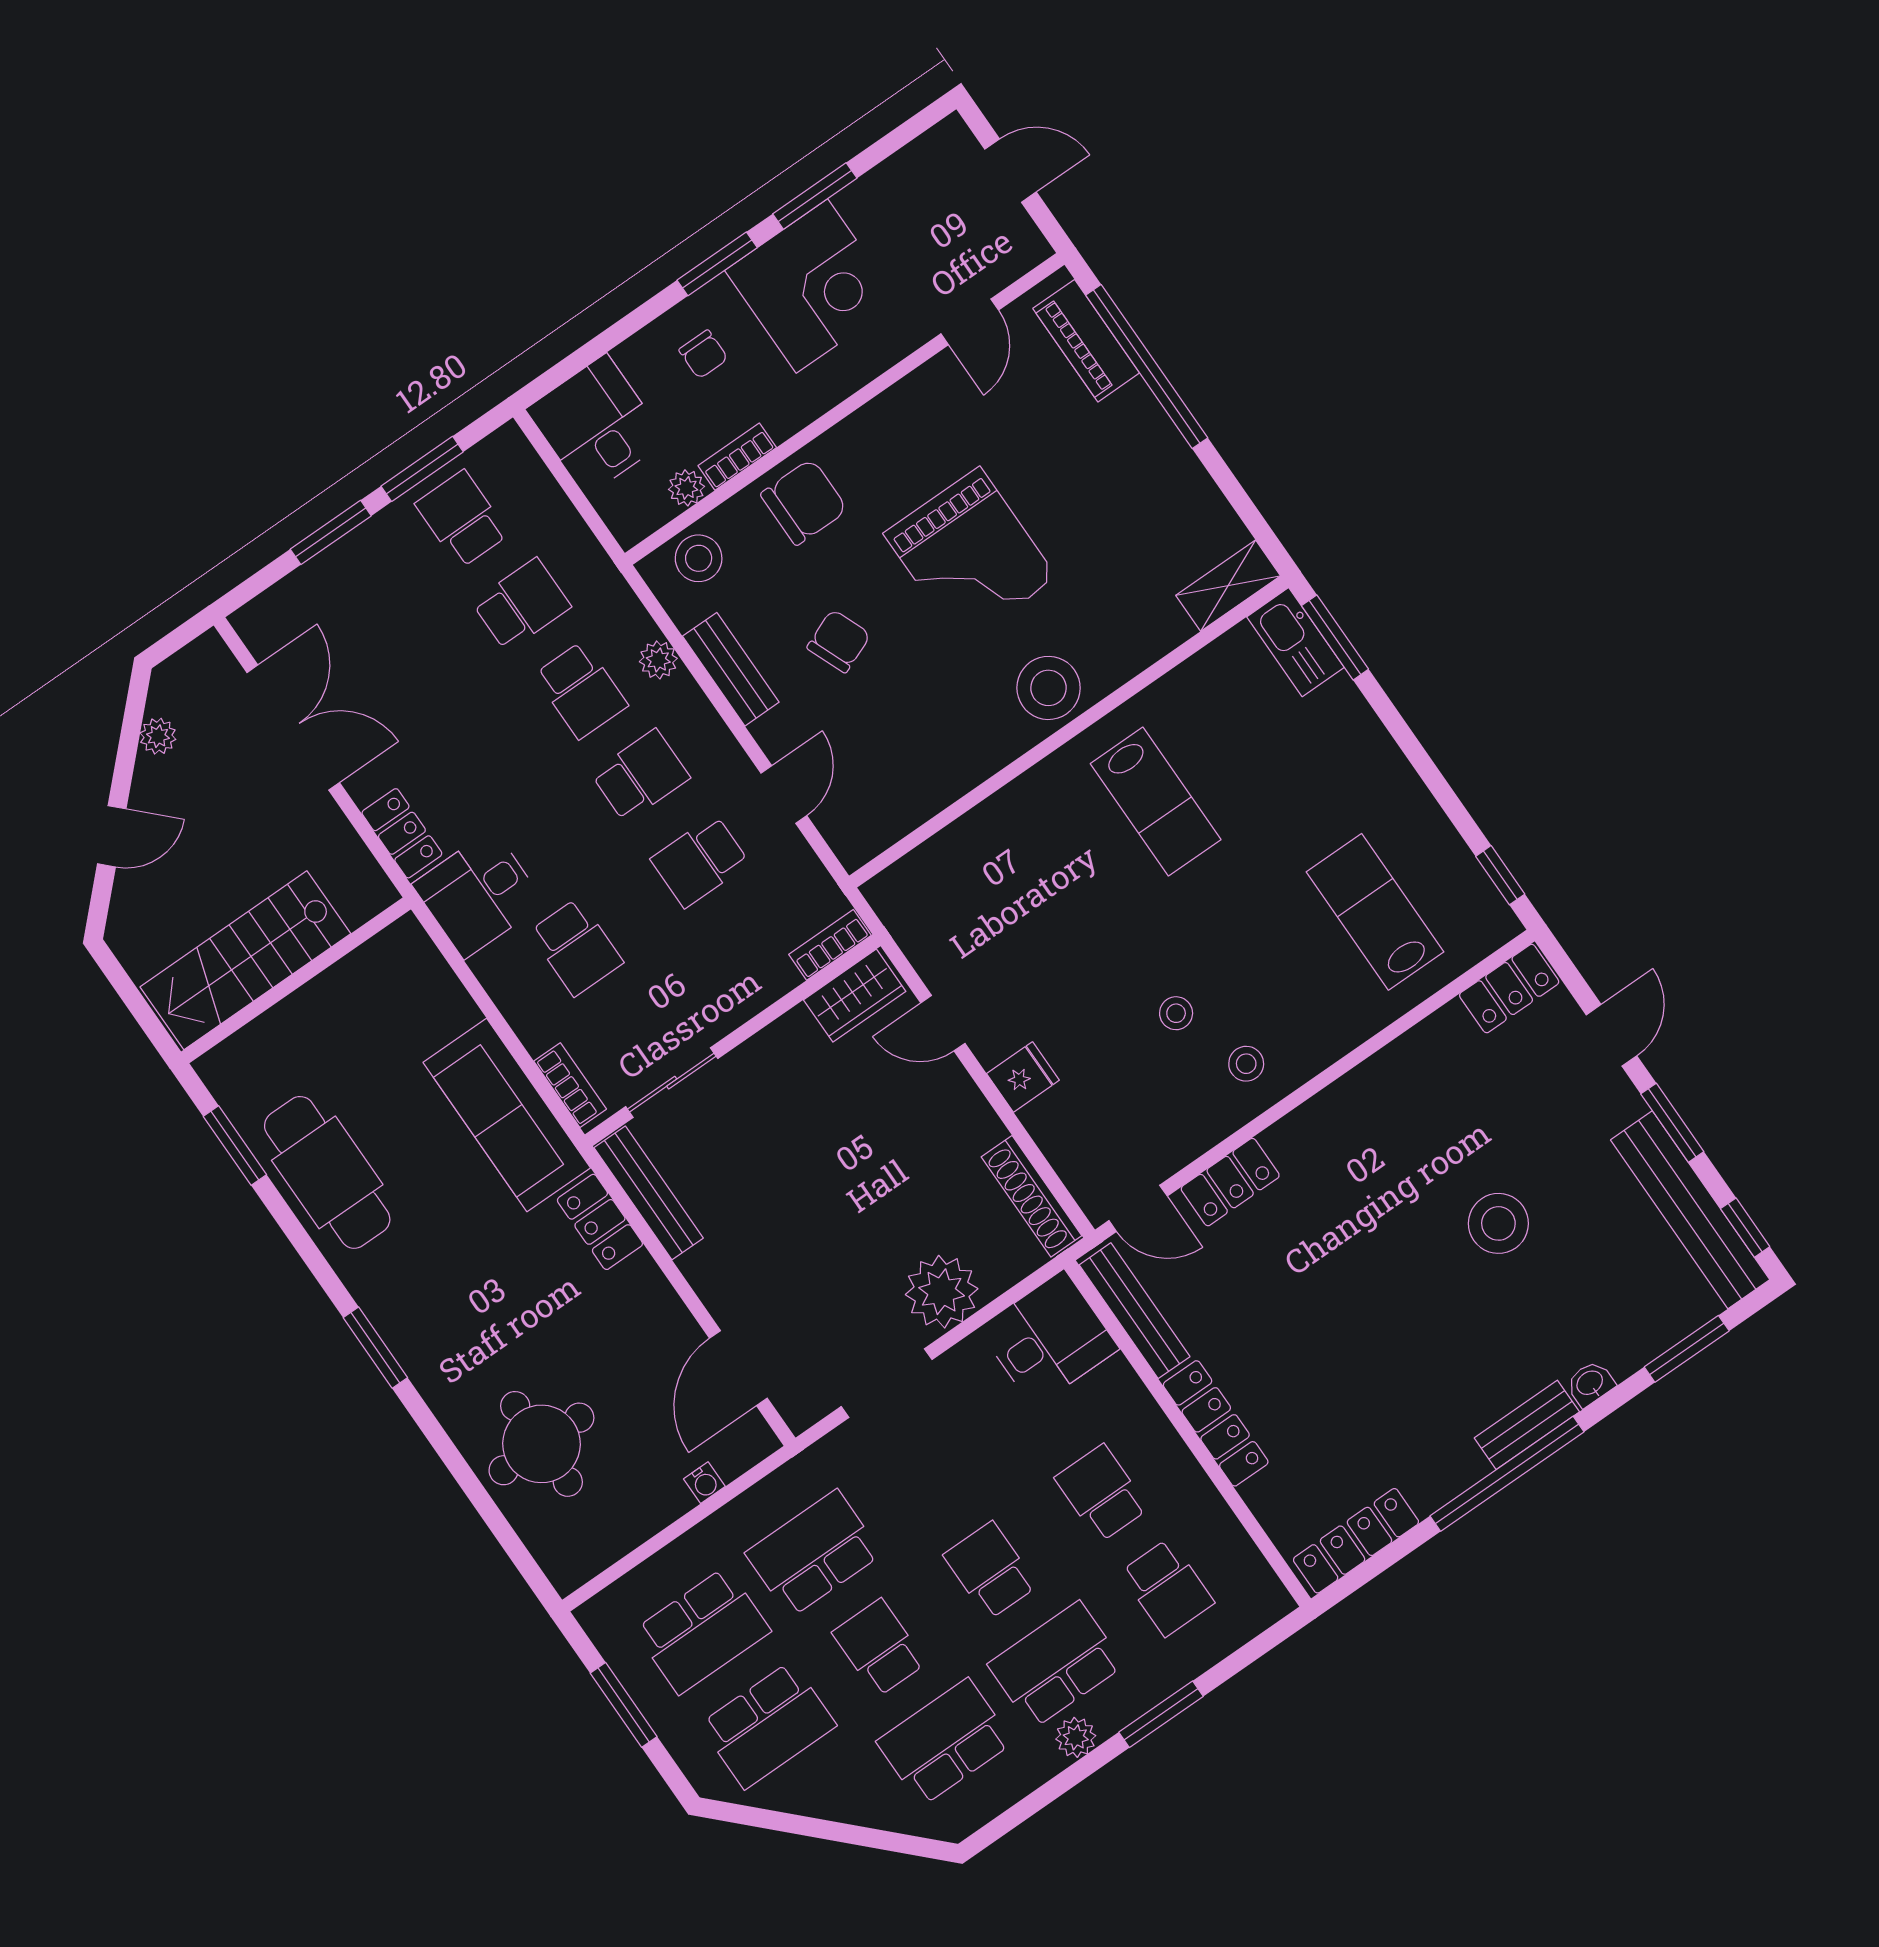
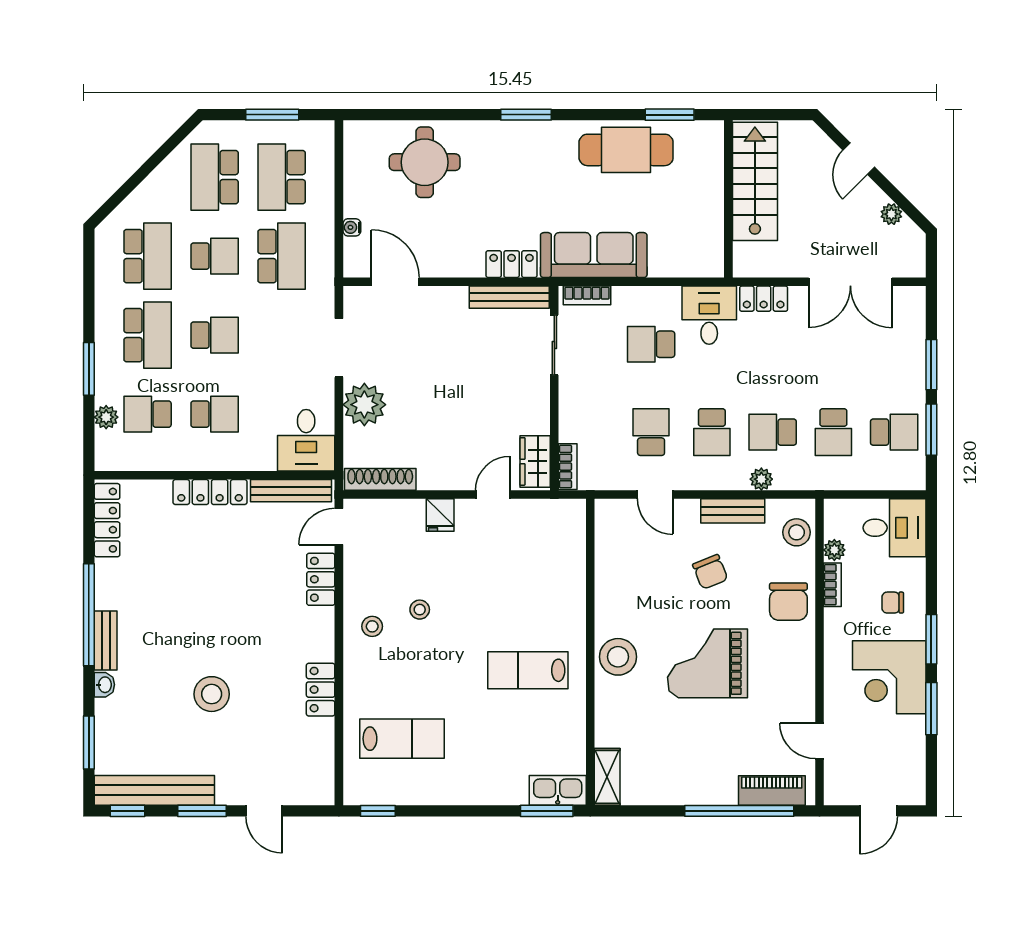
locker: (1509, 989) -> (321, 690), moved
plant: (1076, 1737) -> (106, 417), moved

